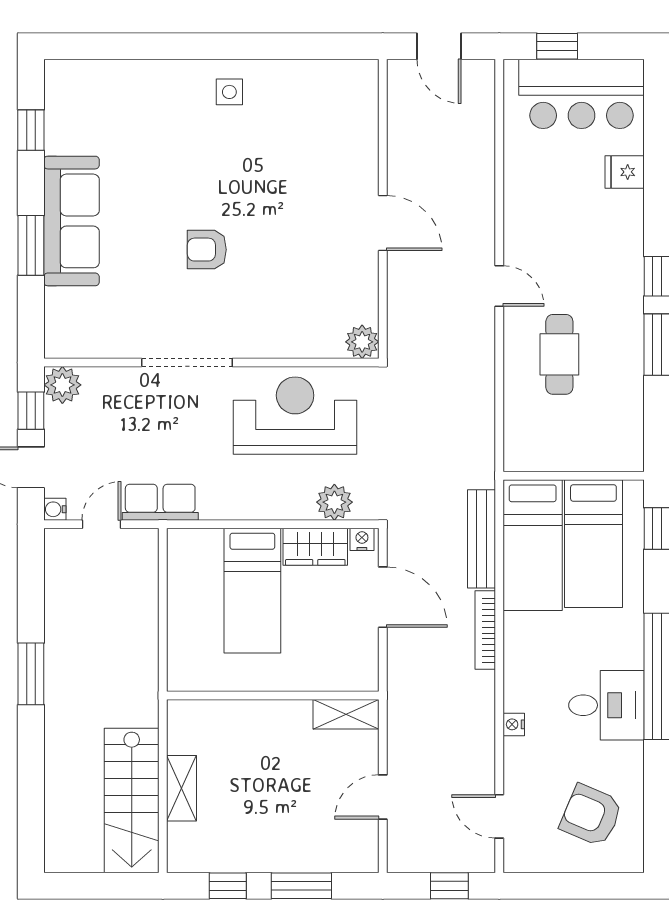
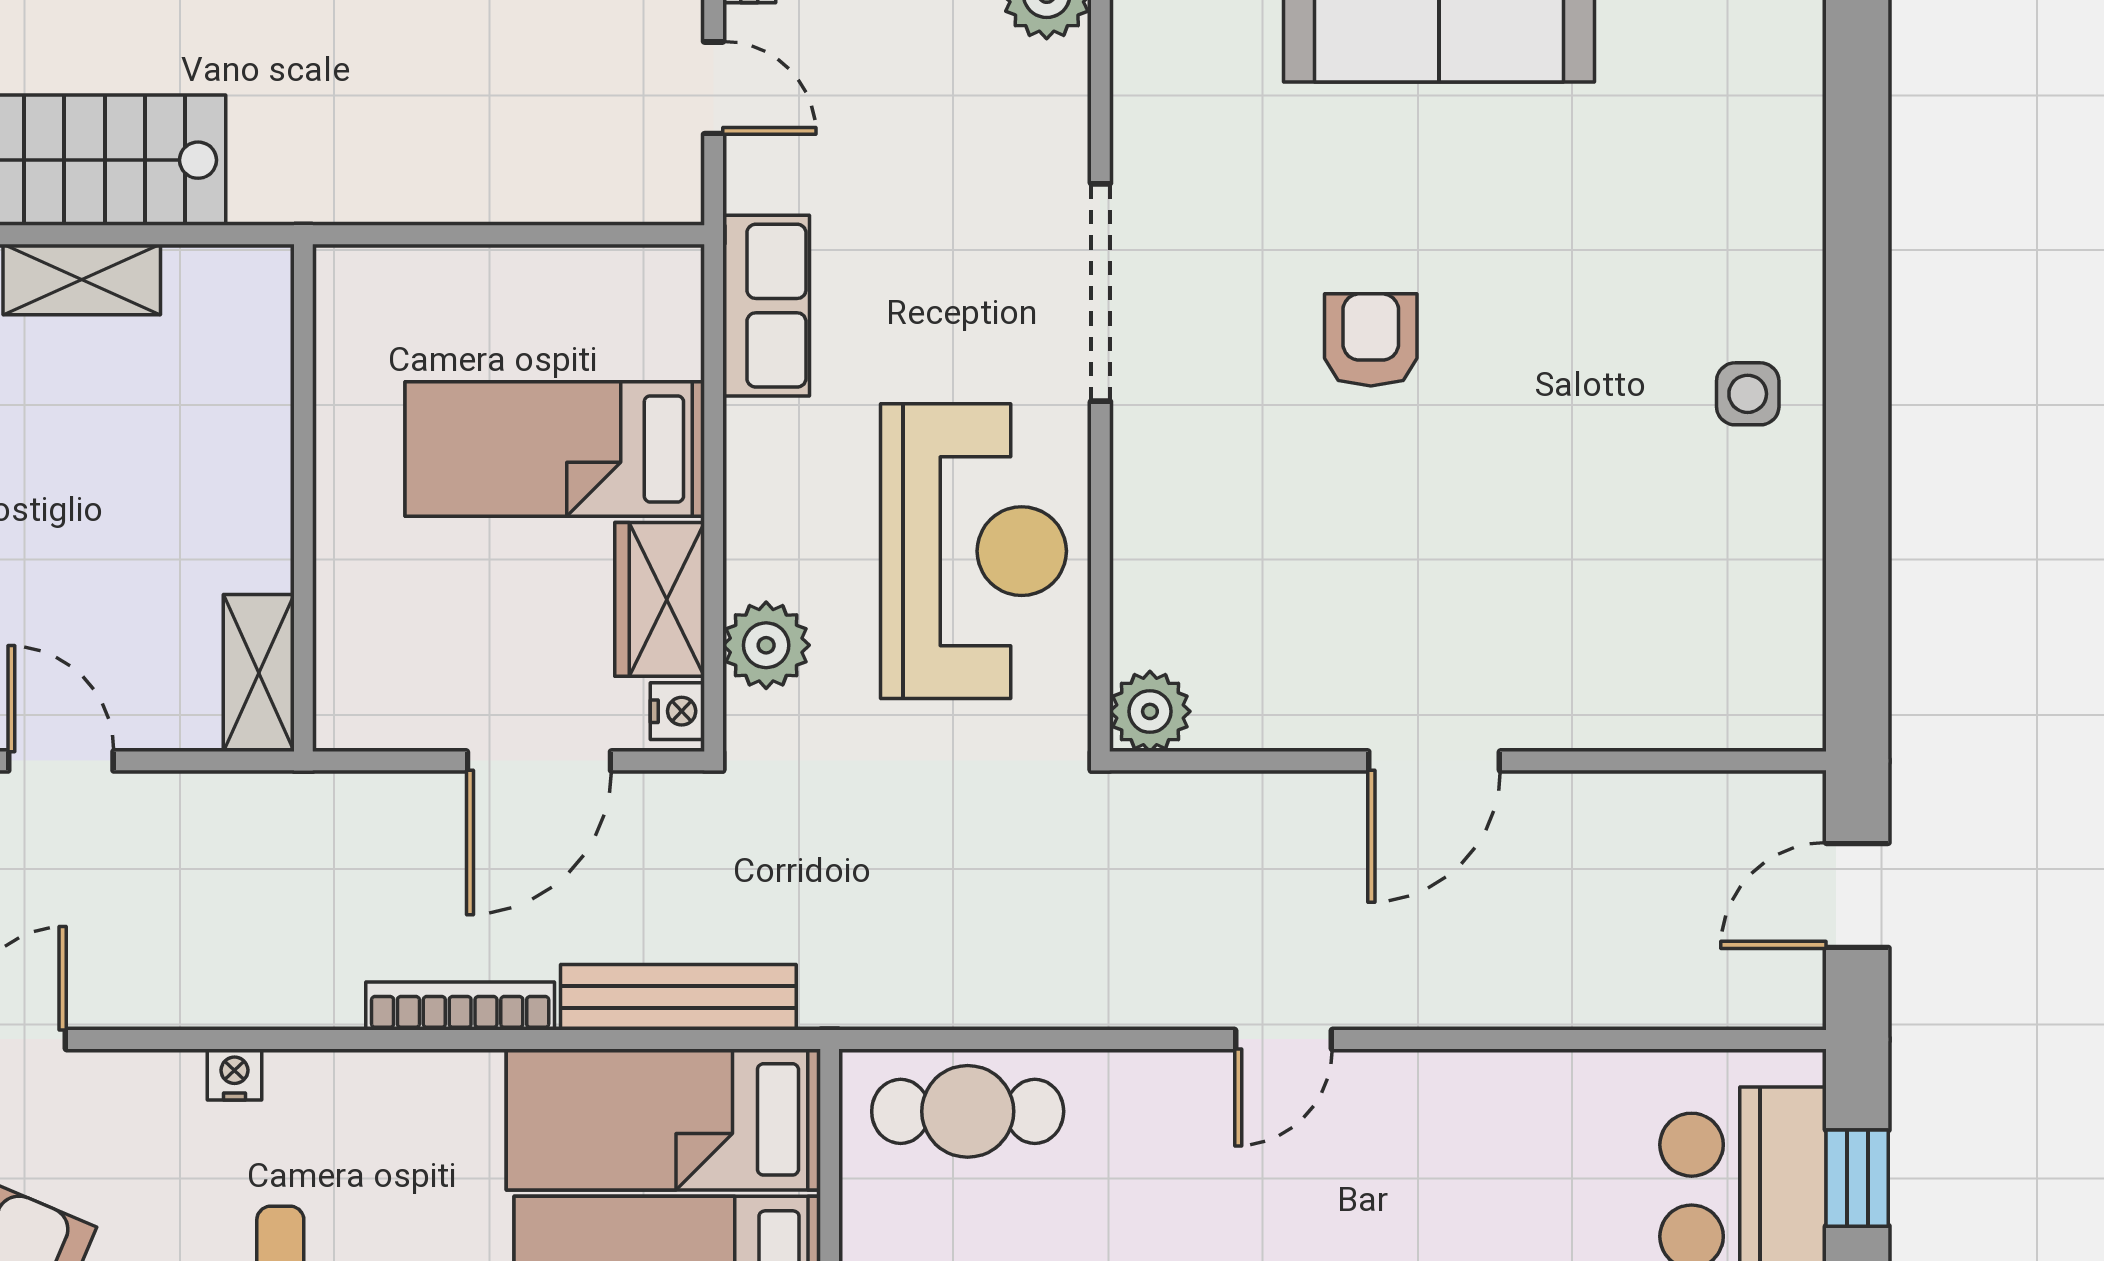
cafe table: (559, 354) -> (968, 1111), moved
row of seats: (160, 502) -> (766, 306), moved

